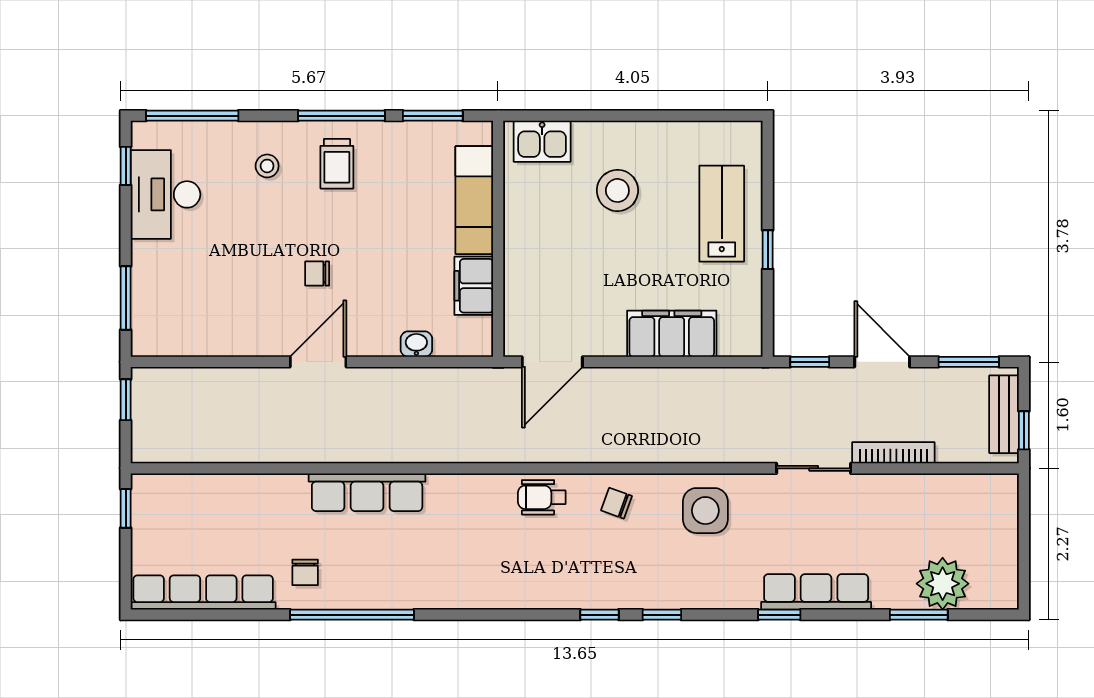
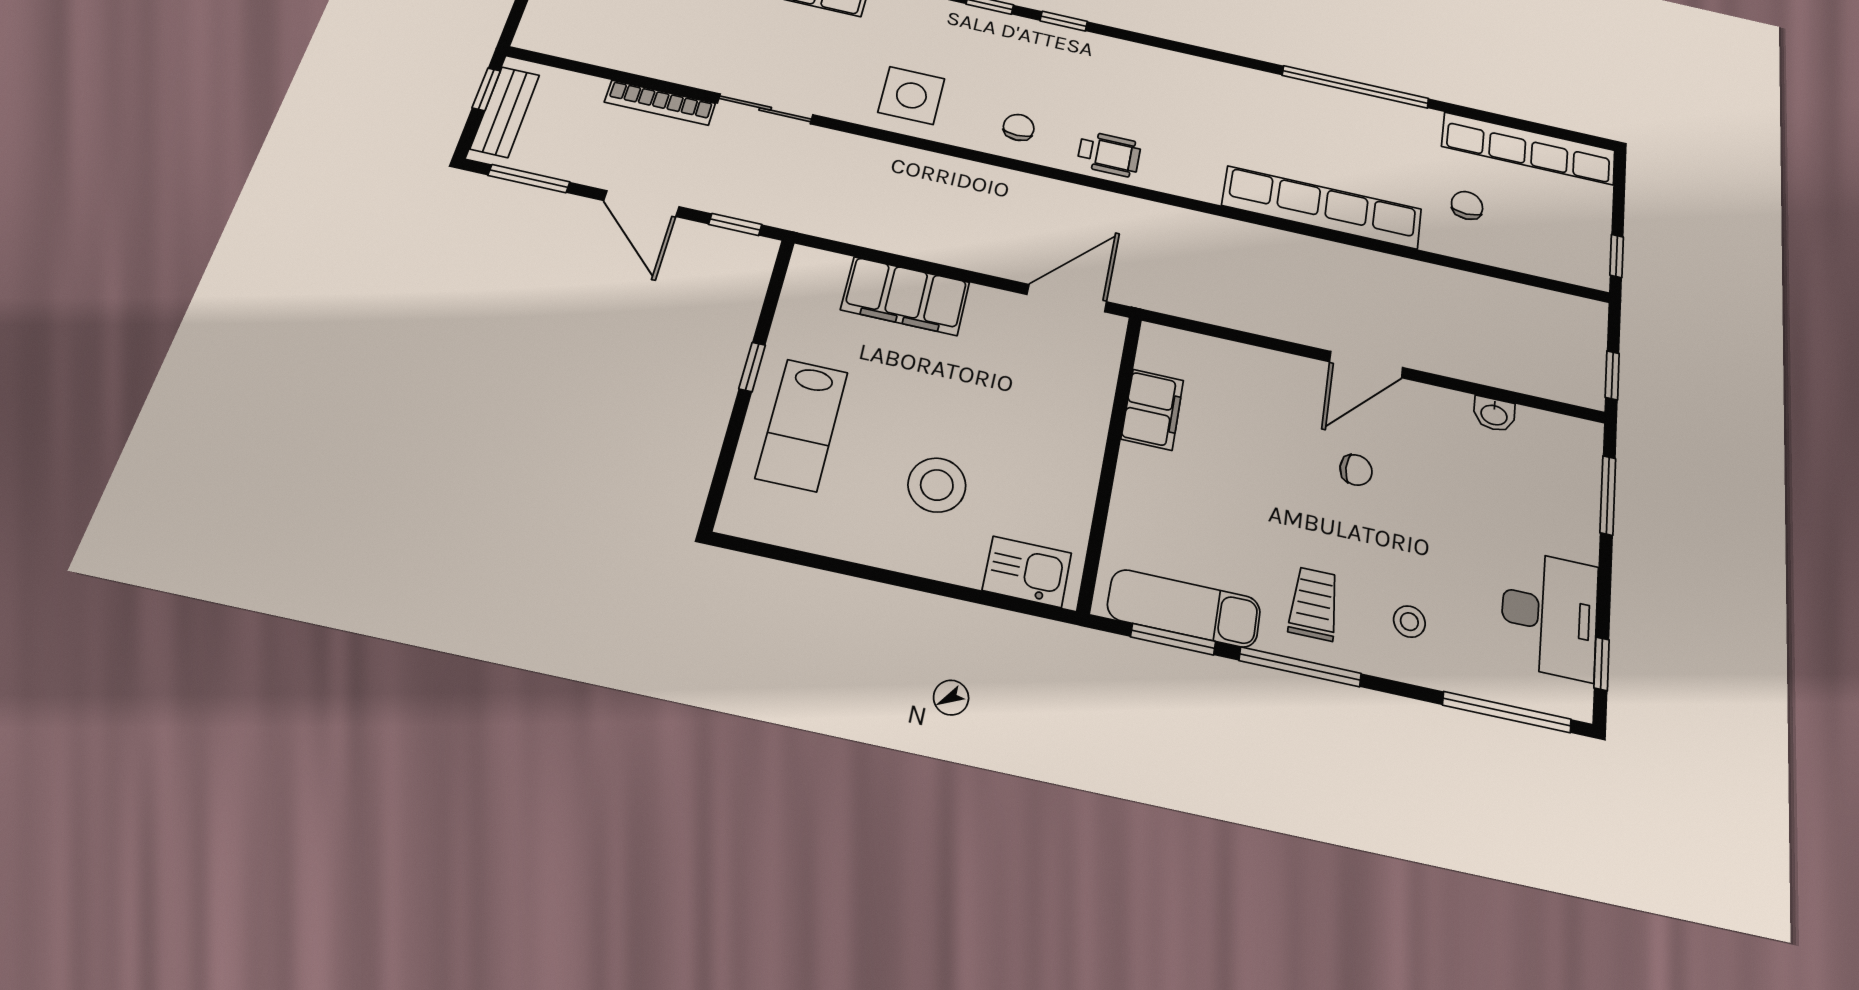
exam couch: (474, 200) -> (1184, 608), moved, turned -90
washbasin: (416, 344) -> (1494, 414), moved
row of seats: (367, 492) -> (1322, 207), width x1.36
chair: (616, 503) -> (1019, 127), turned -110
chair: (305, 572) -> (1467, 205), moved

